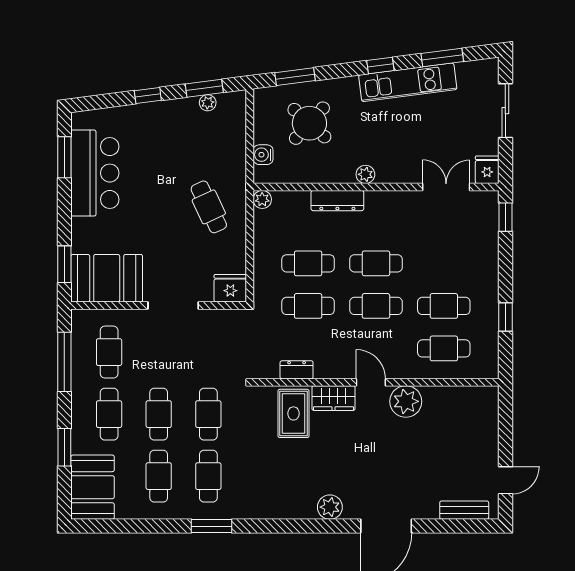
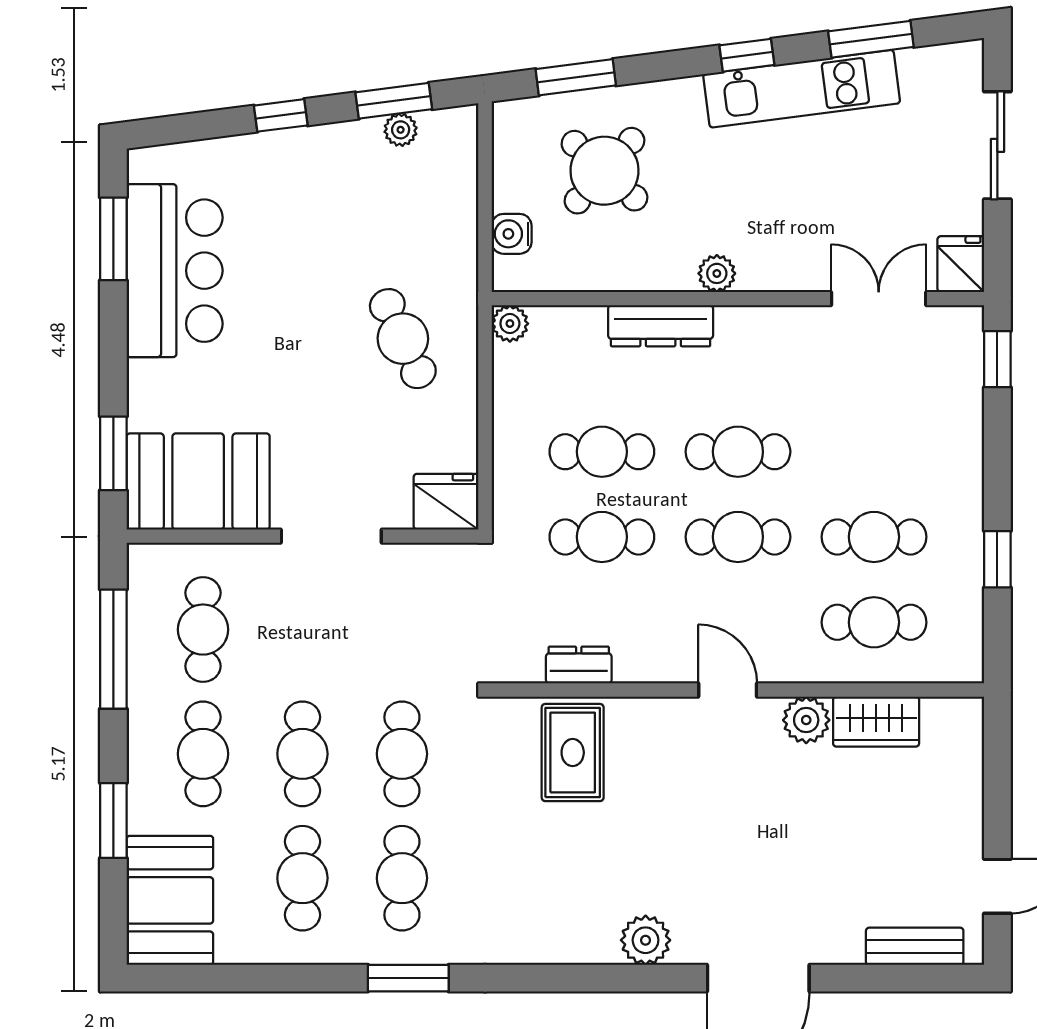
wardrobe: (333, 398) -> (876, 722), moved
plant: (406, 401) -> (806, 720), width x0.73, depth x0.73

